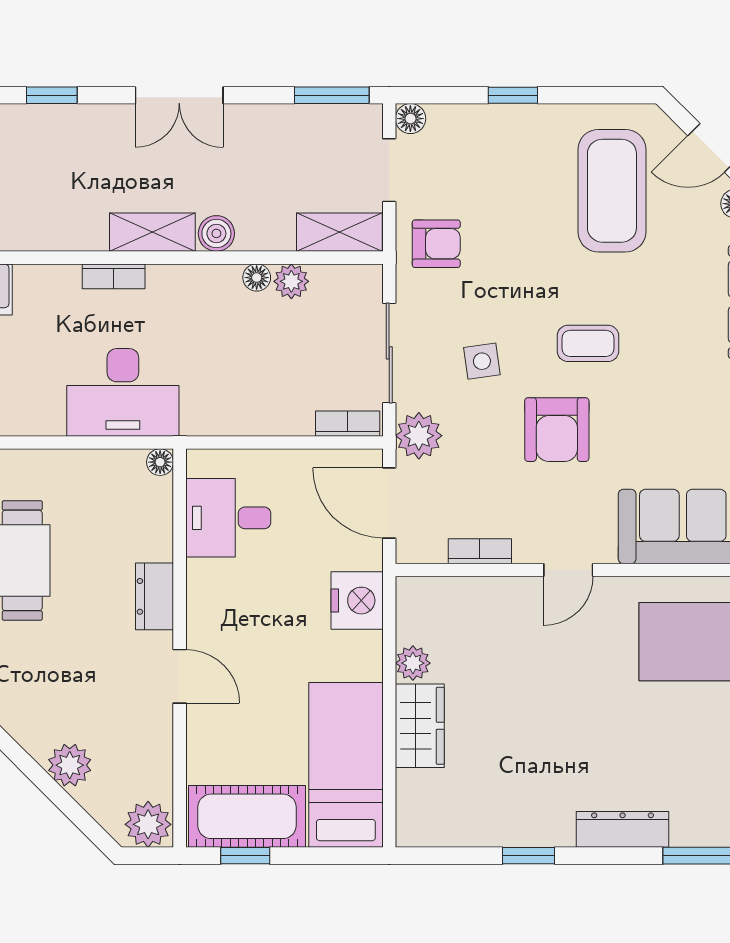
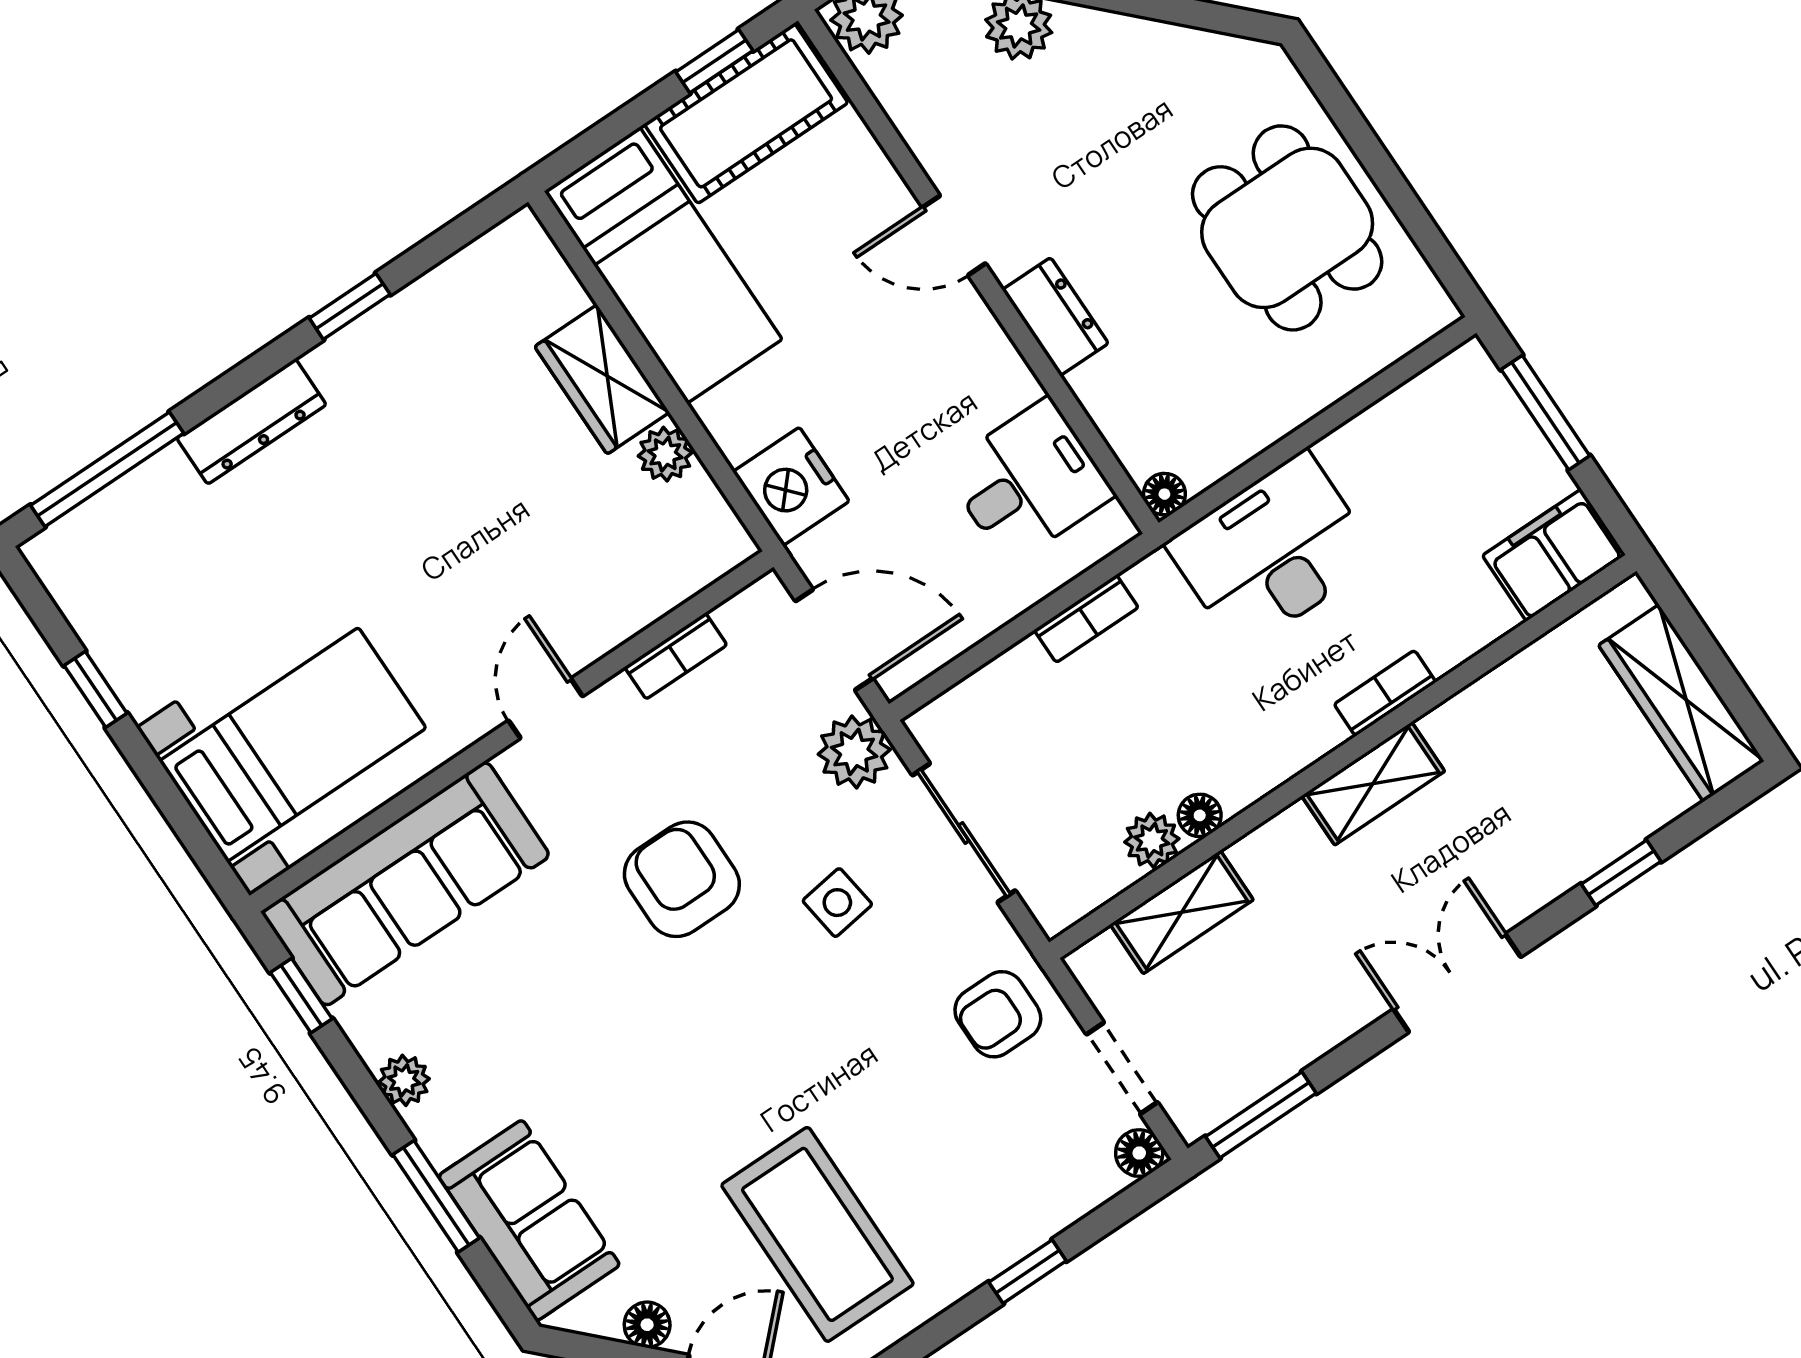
shelving: (339, 232) -> (1182, 912), moved
boiler: (216, 233) -> (1290, 837), removed
coffee table: (588, 343) -> (716, 1017), removed
bookcase: (348, 424) -> (1086, 619), moved

